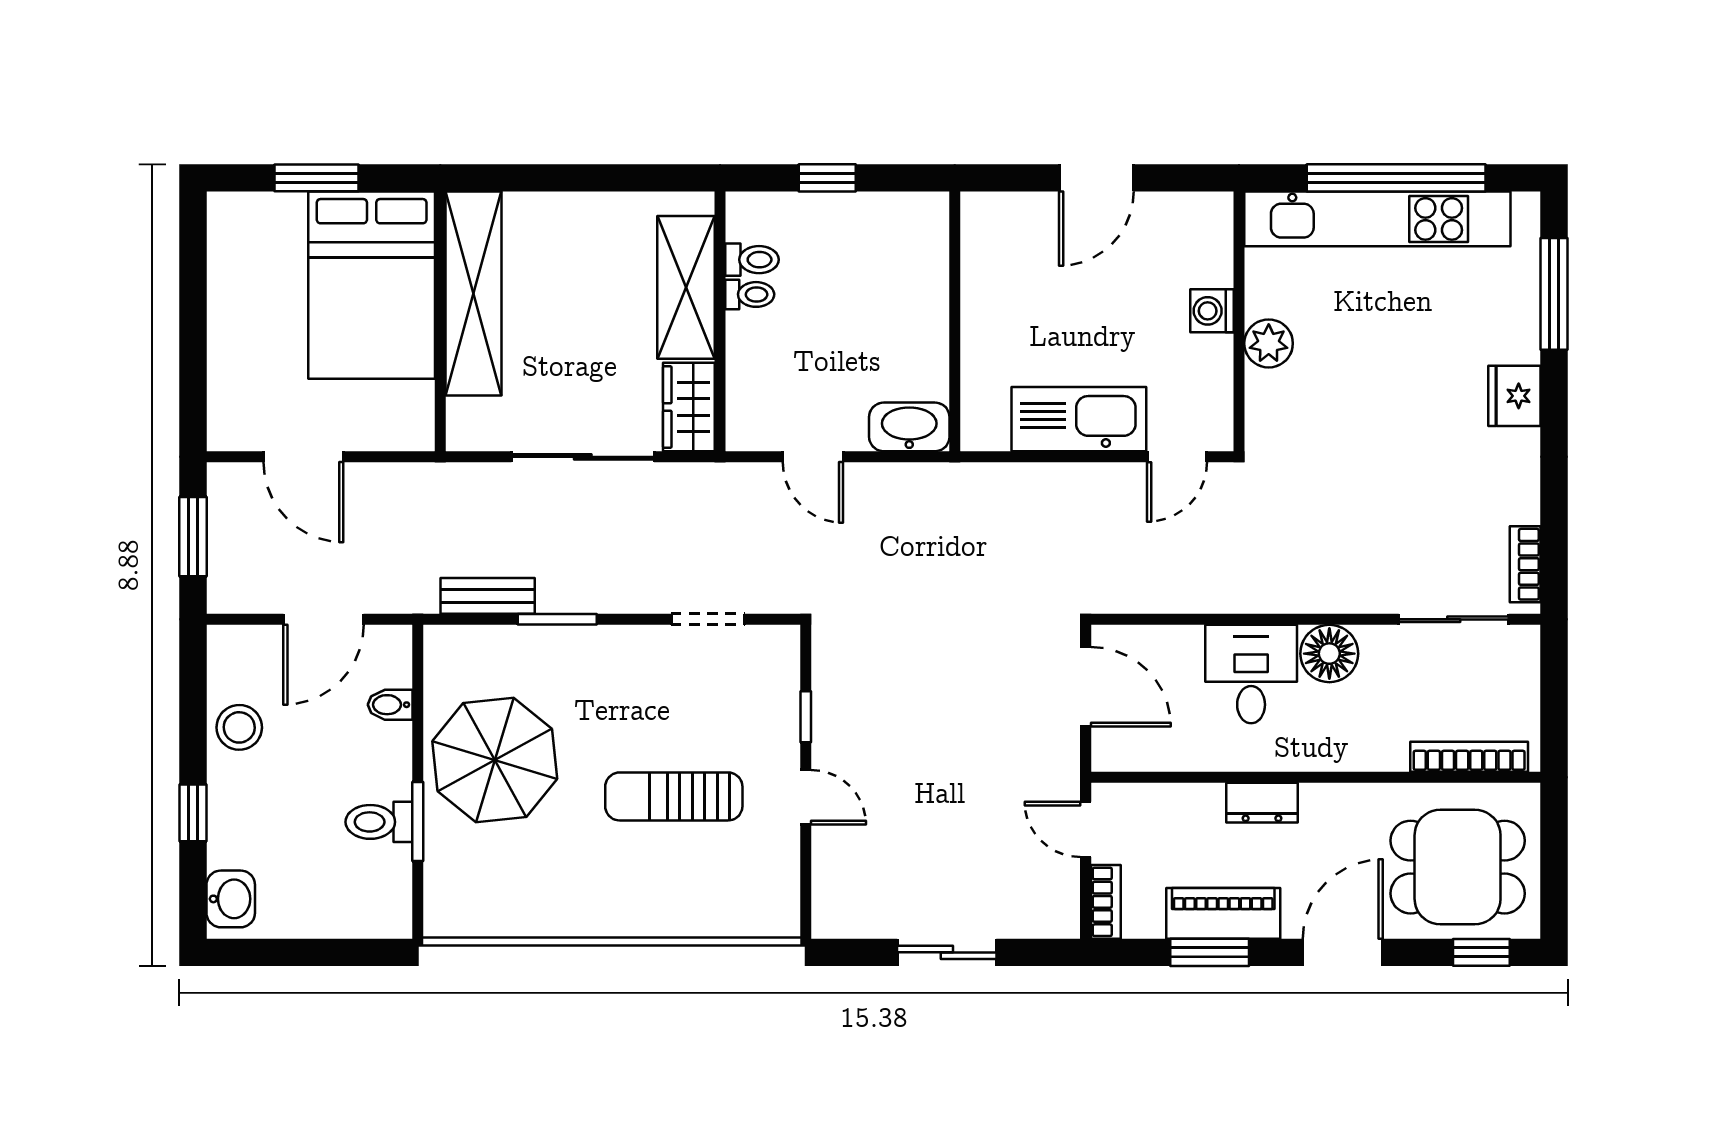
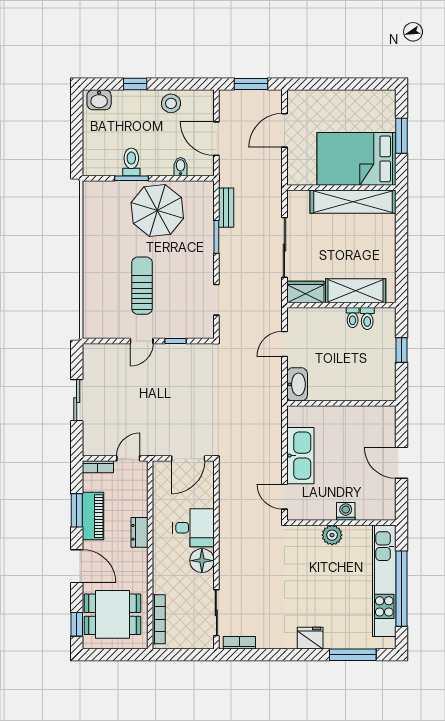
dining table: (1458, 867) -> (112, 614), turned 90

